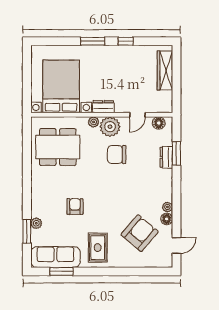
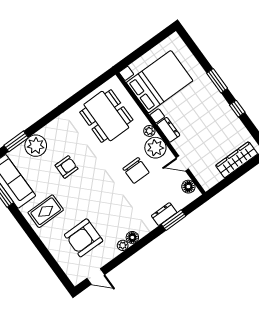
chair: (117, 155) -> (136, 170), turned 180
floor lamp: (167, 219) -> (132, 237), moved
plant: (36, 223) -> (36, 146), width x1.87, depth x1.87
armchair: (140, 233) -> (84, 238), turned 140

